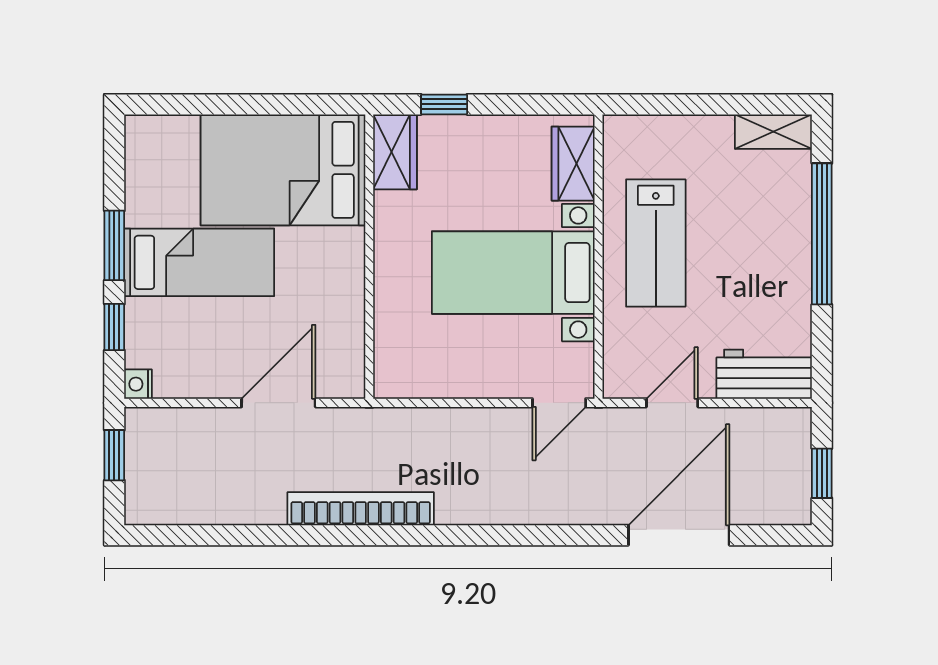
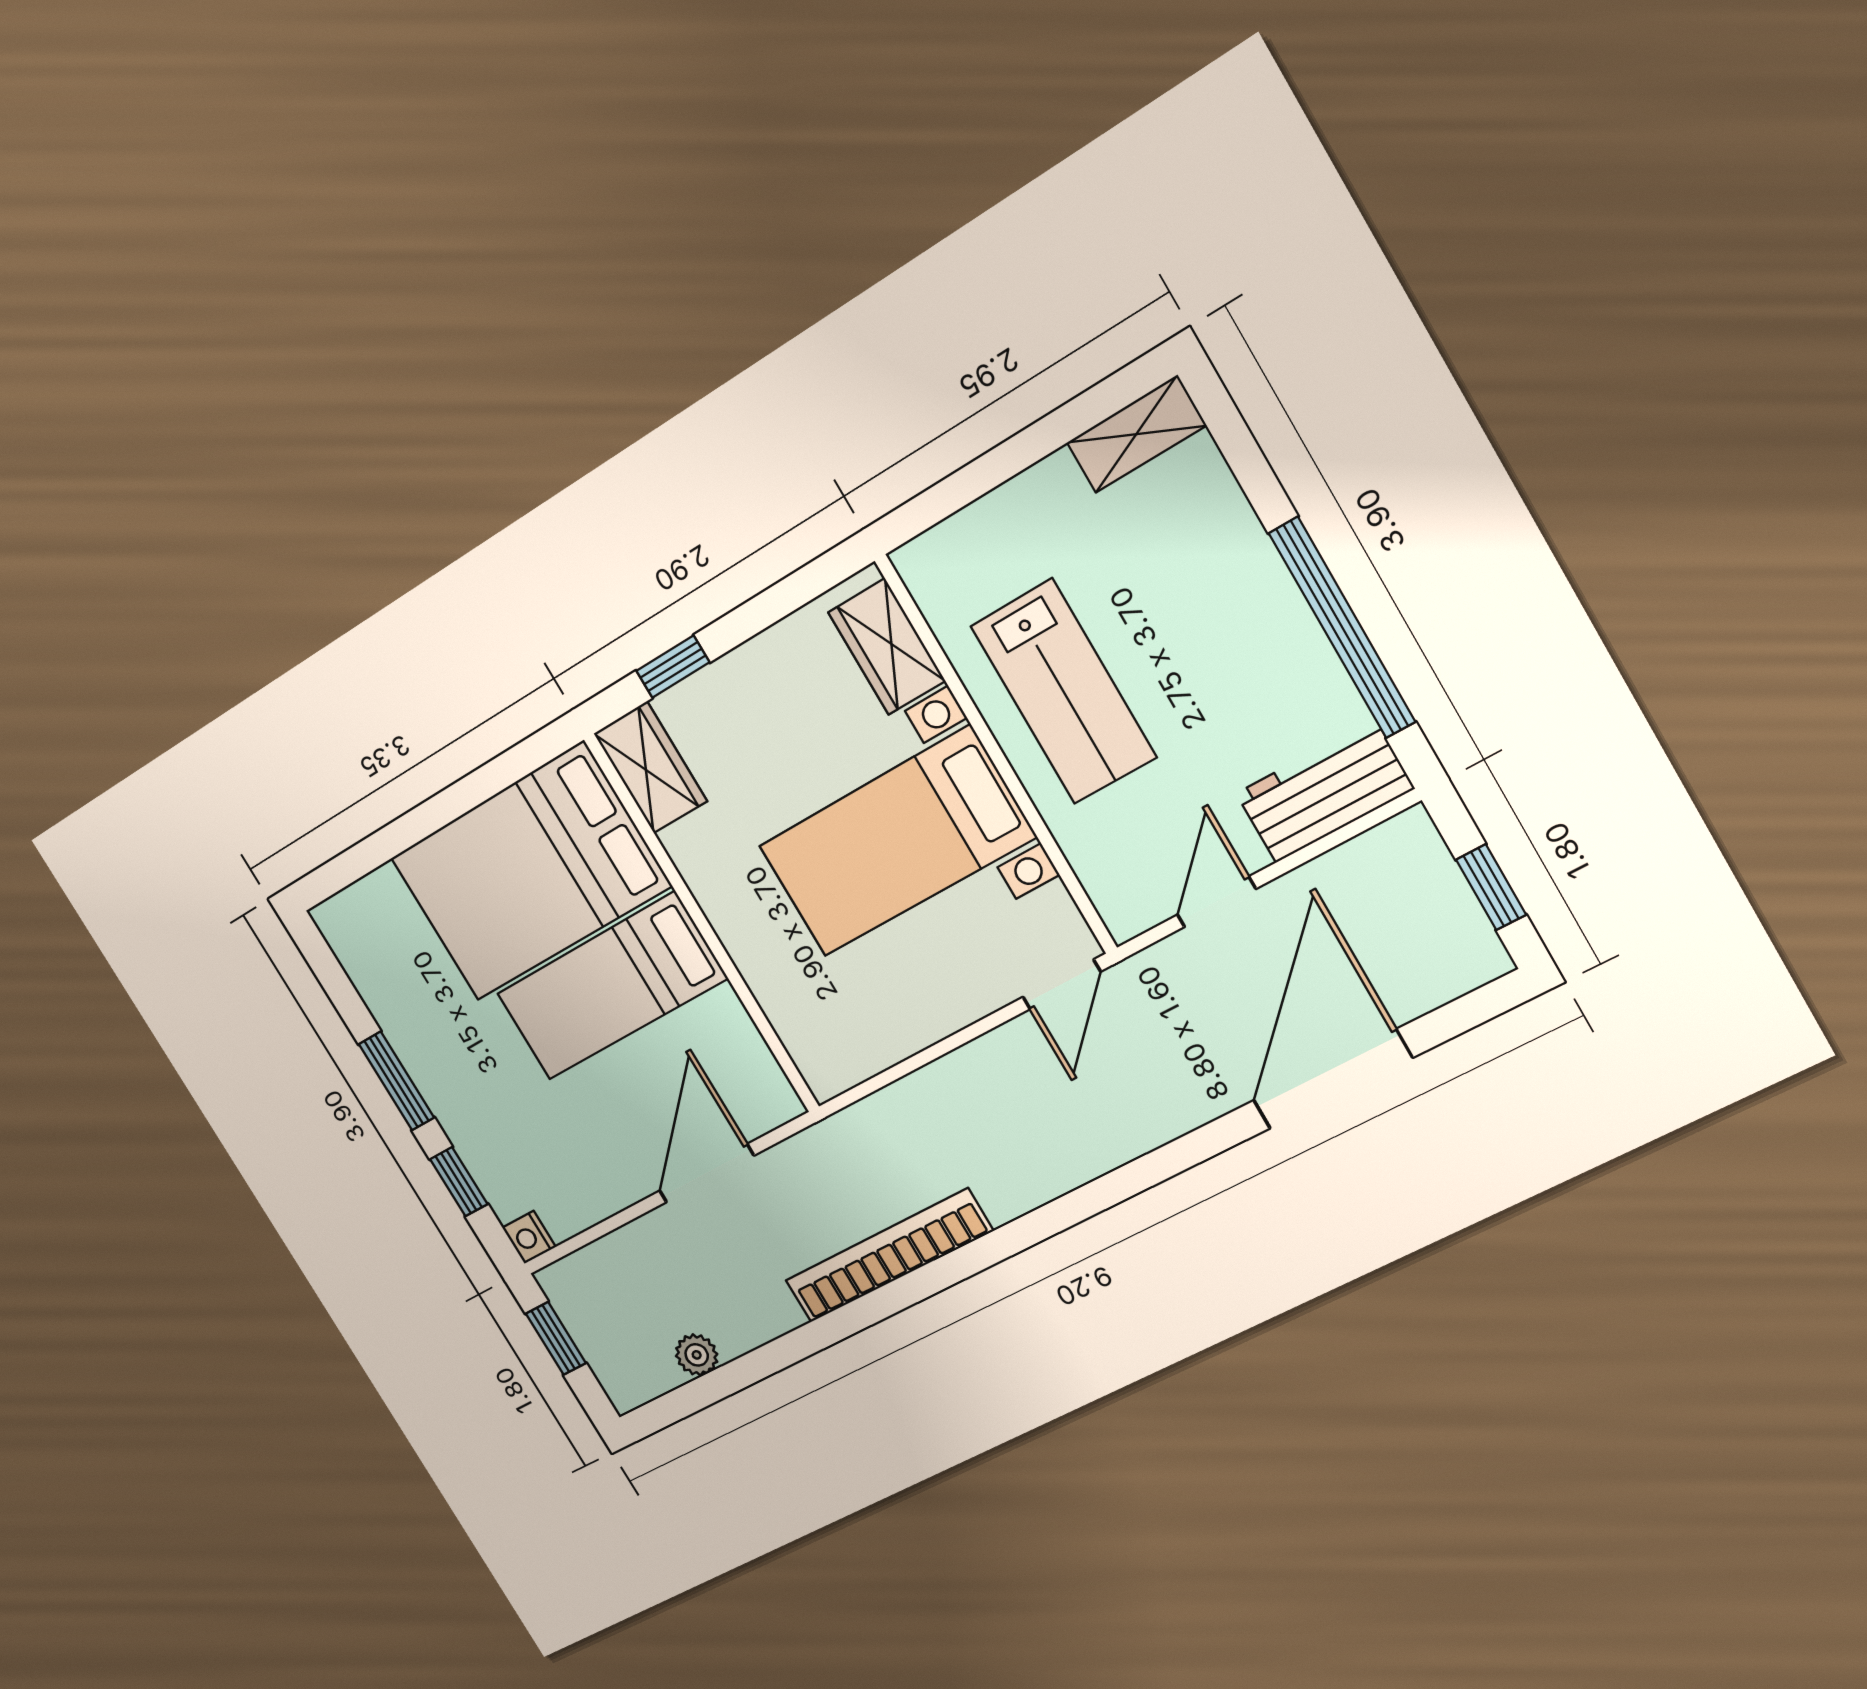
window: (822, 234) -> (1342, 628), moved
bed: (199, 262) -> (612, 986), moved, turned 180
plant: (201, 510) -> (697, 1355), added

